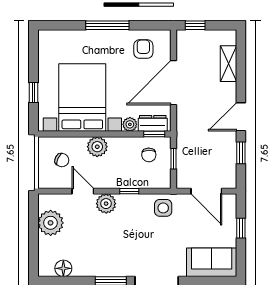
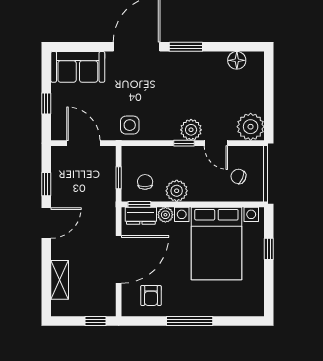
plant: (97, 147) -> (177, 191), moved
window: (129, 191) -> (184, 143), moved
plant: (51, 223) -> (251, 127), moved

